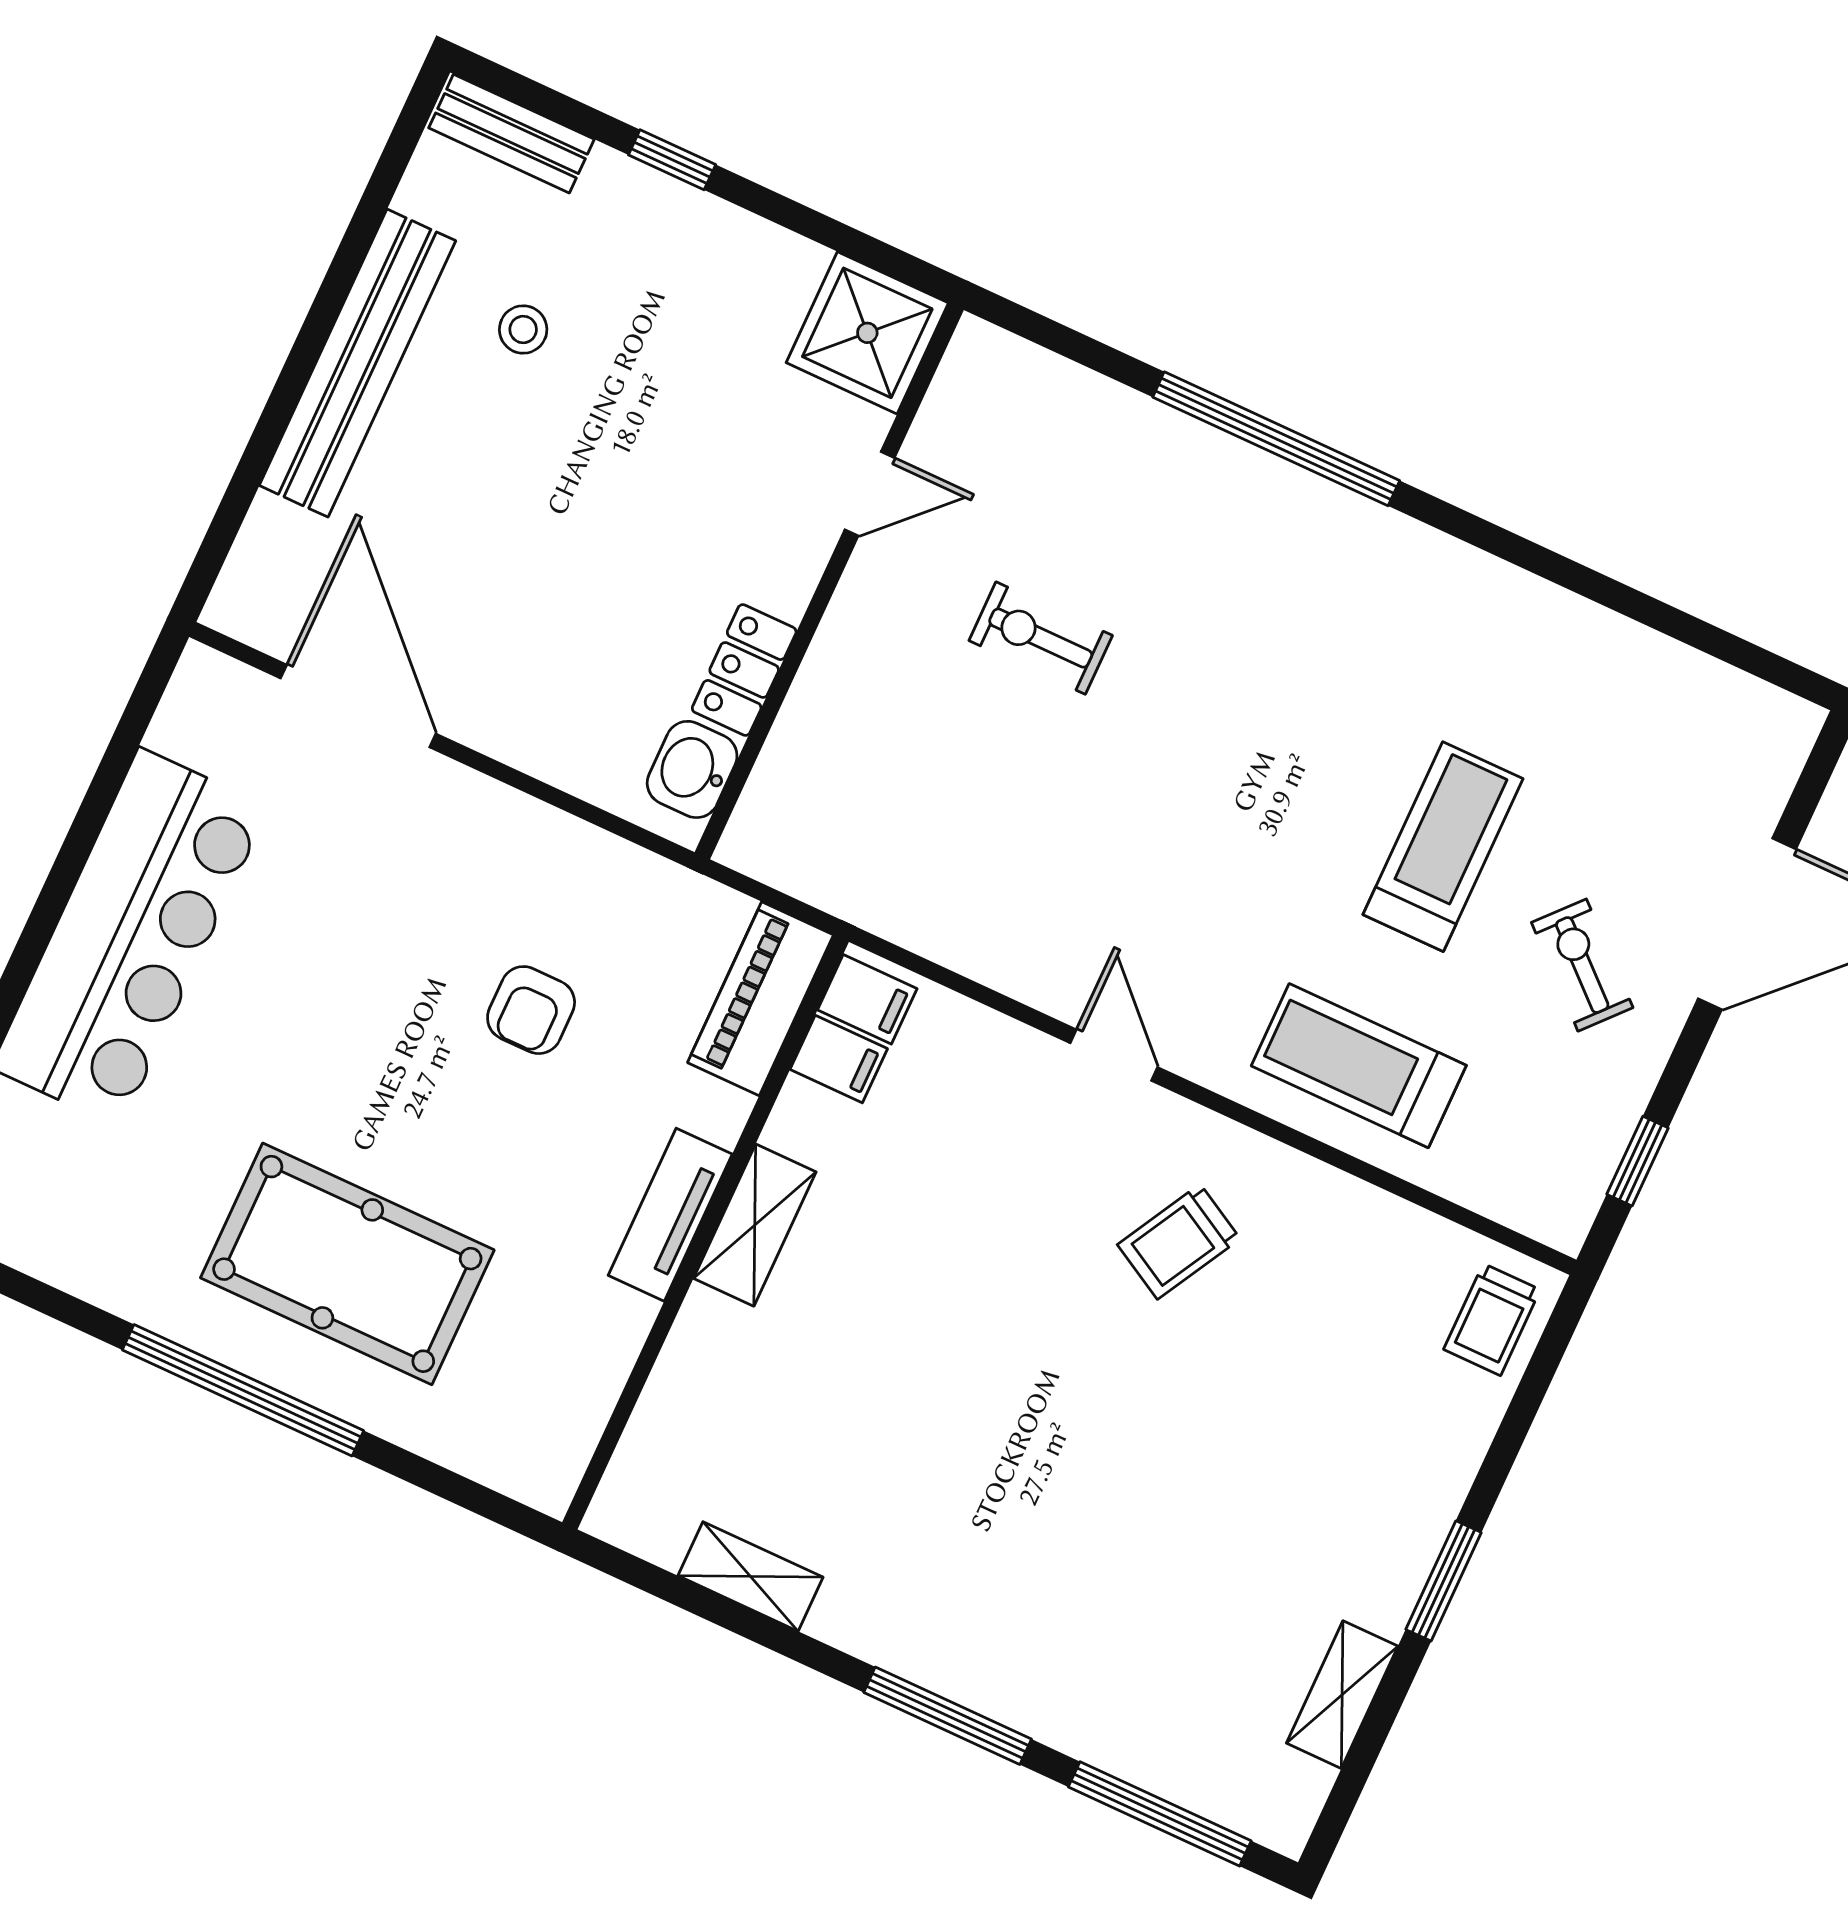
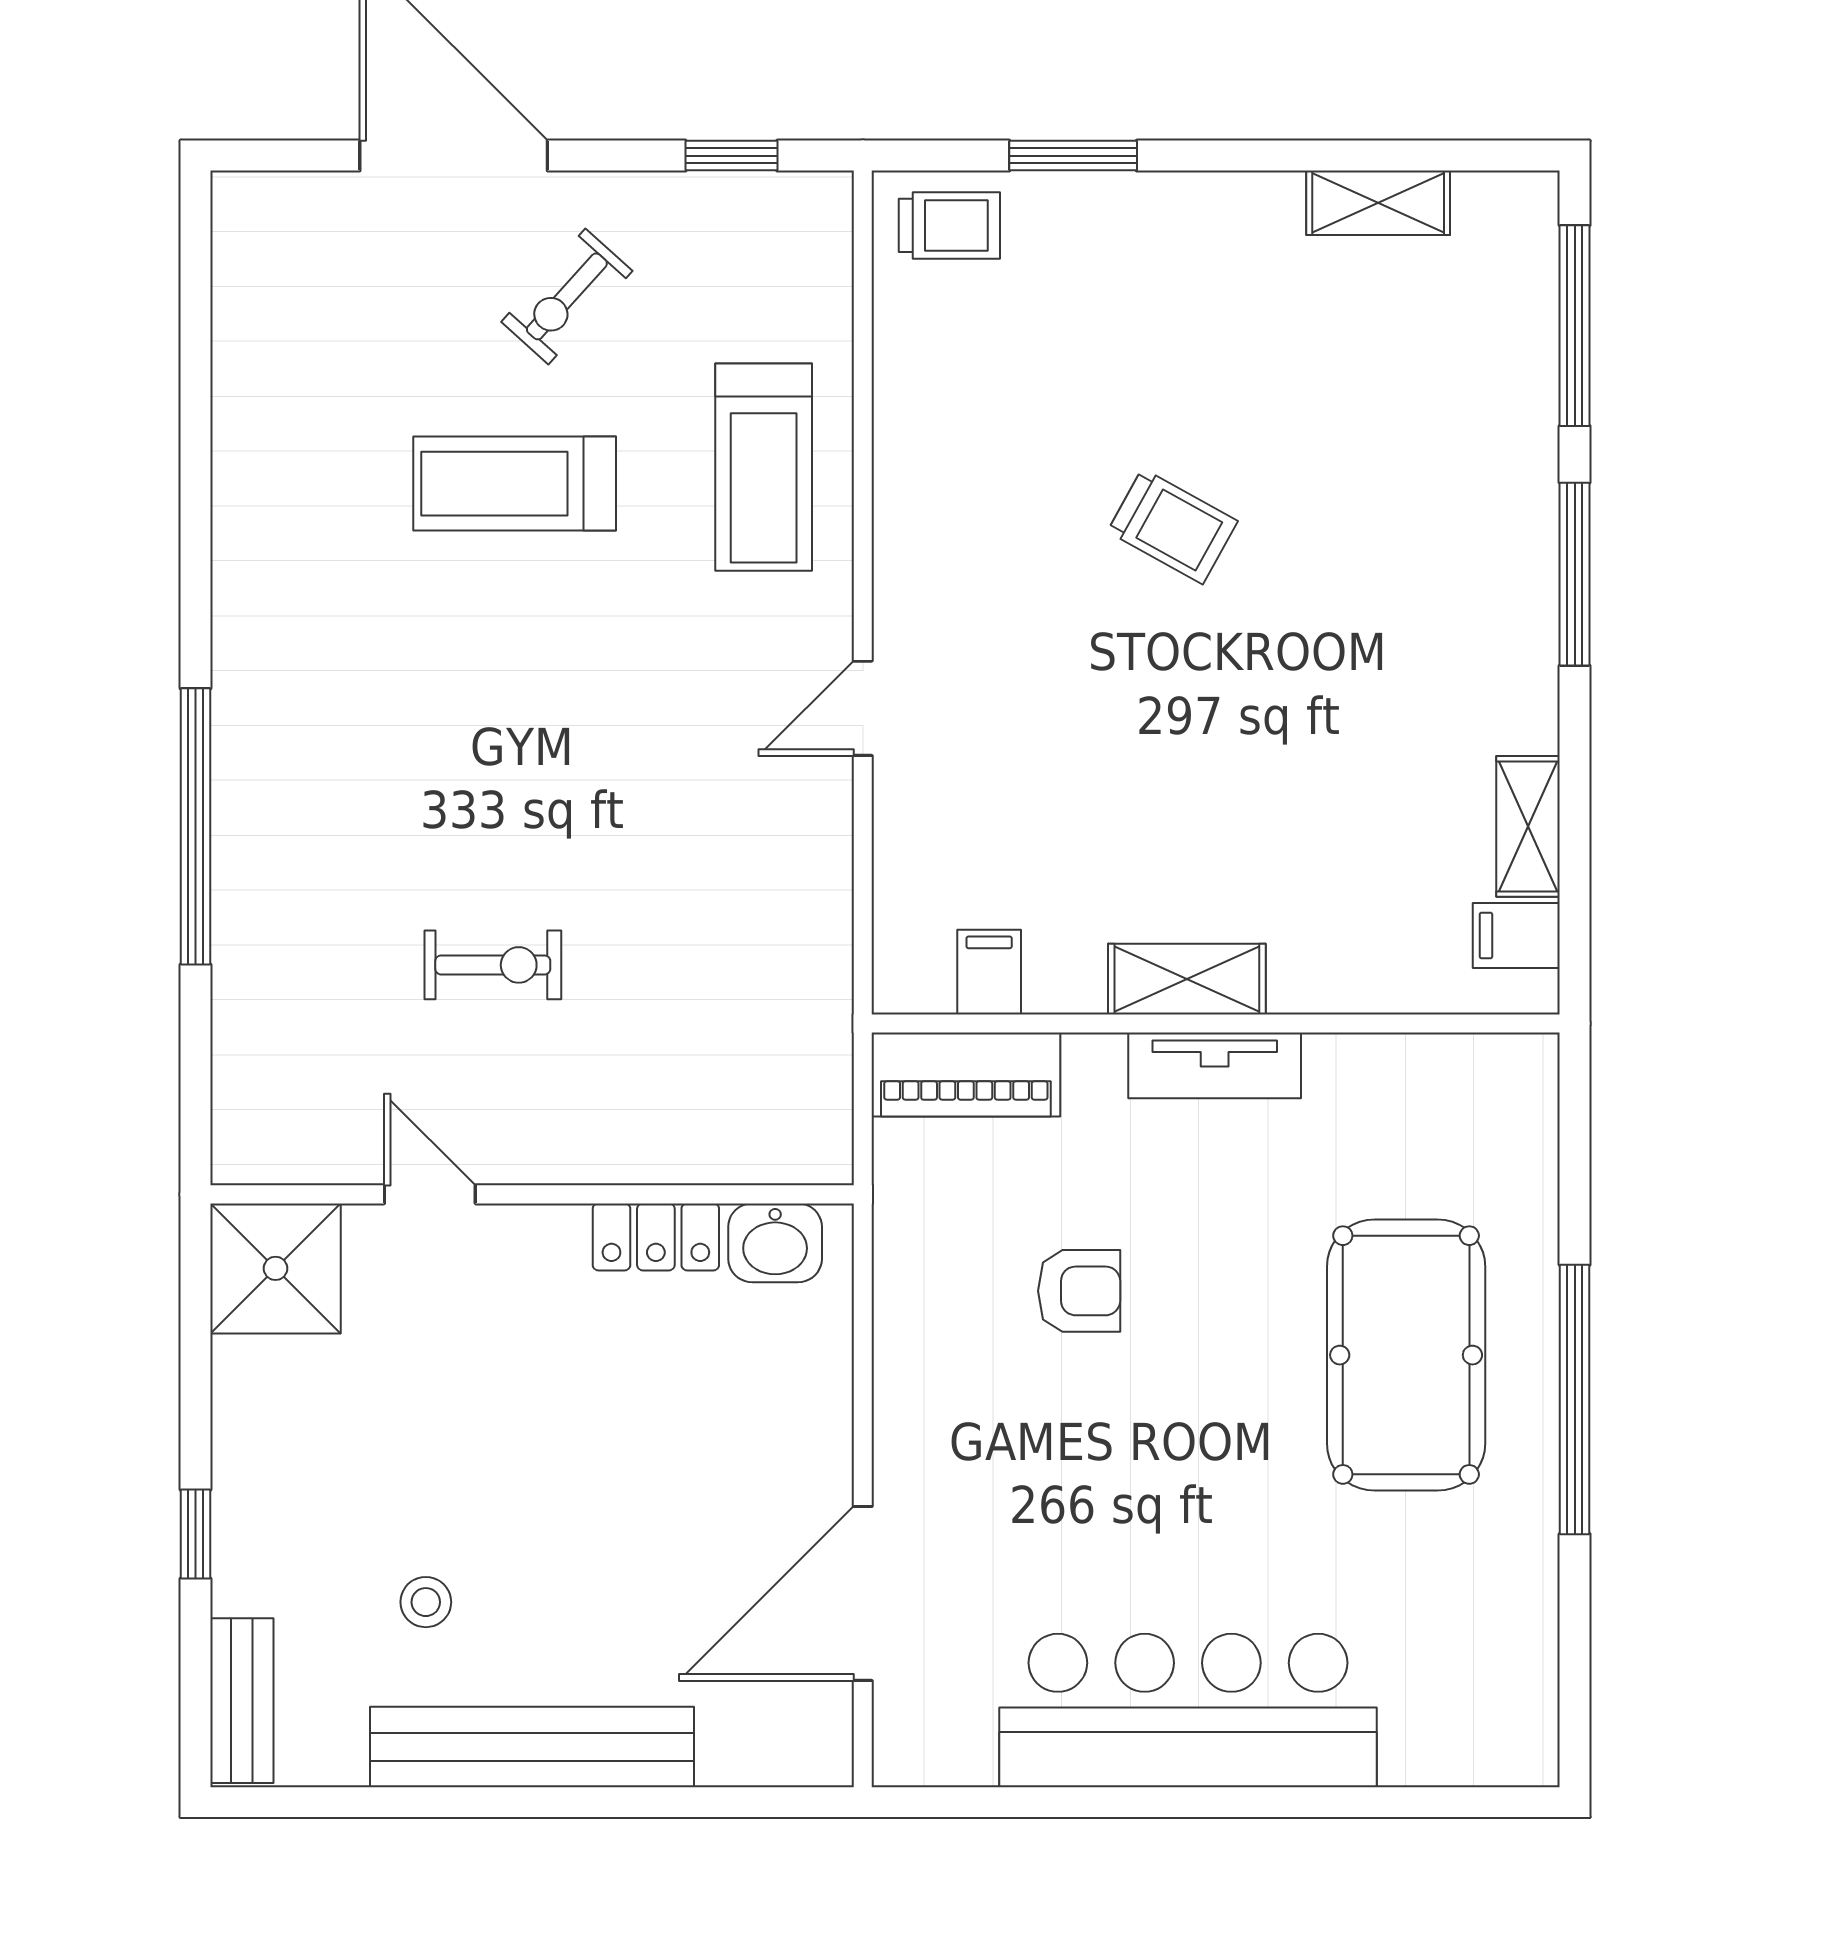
exercise bike: (1041, 638) -> (493, 965), turned -90
filing cabinet: (867, 999) -> (1516, 935), moved, turned -90
trolley: (1179, 1242) -> (1173, 526), moved
window: (1444, 1581) -> (1073, 156), moved

